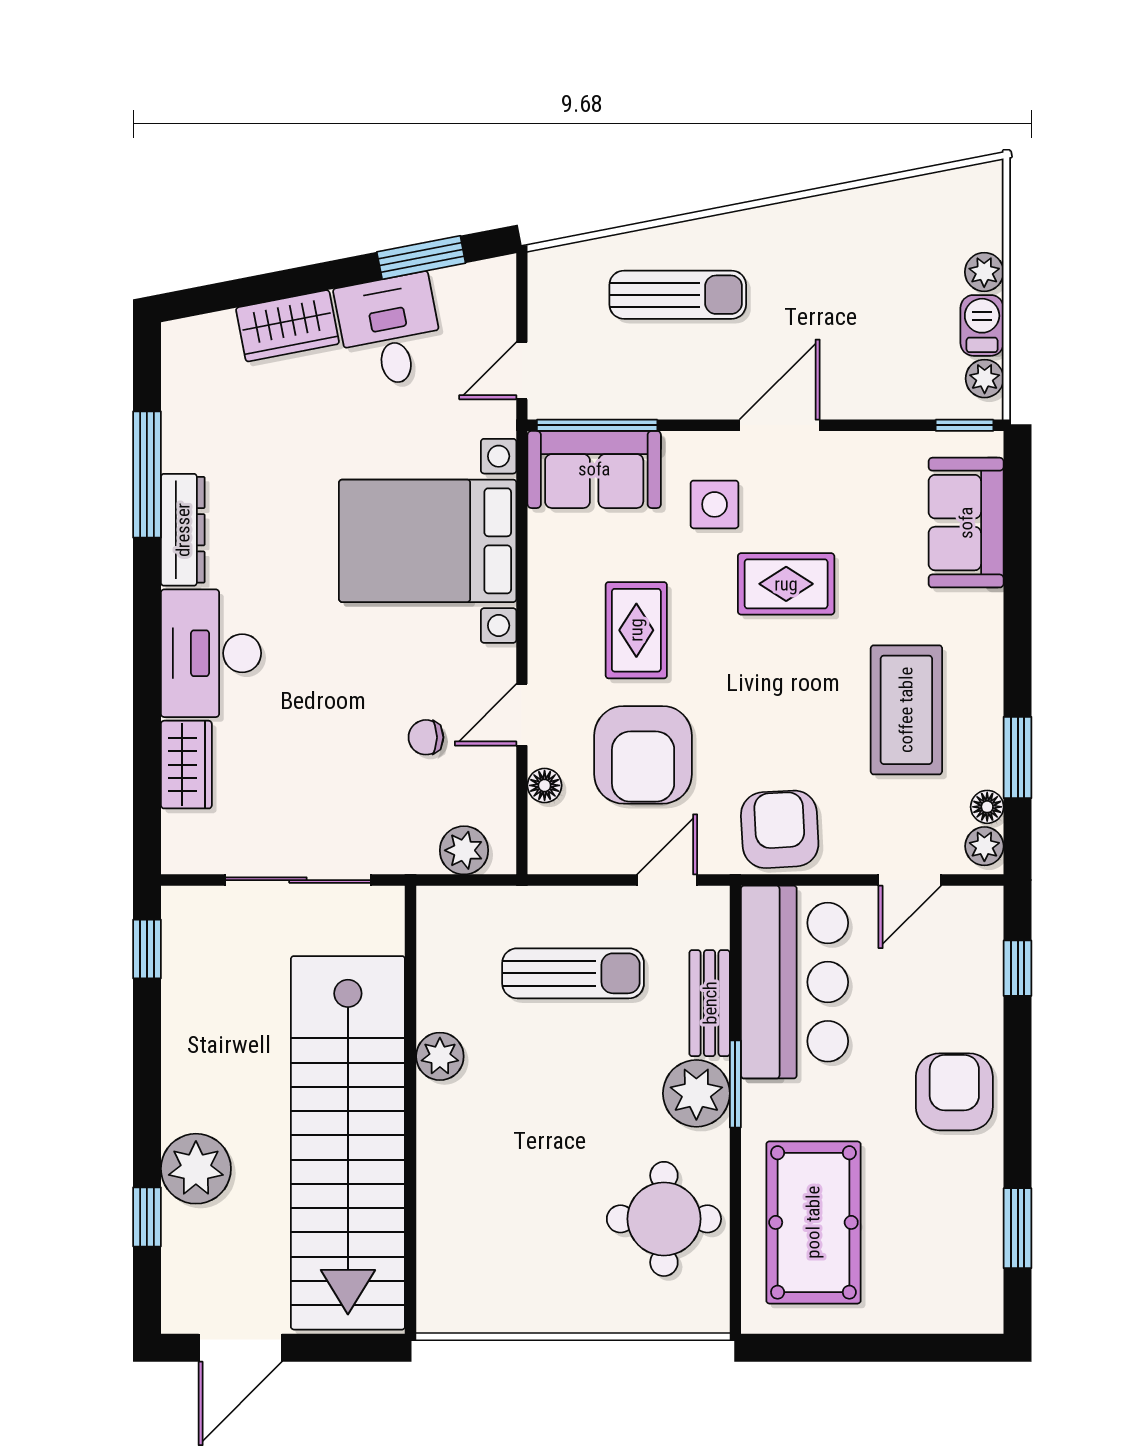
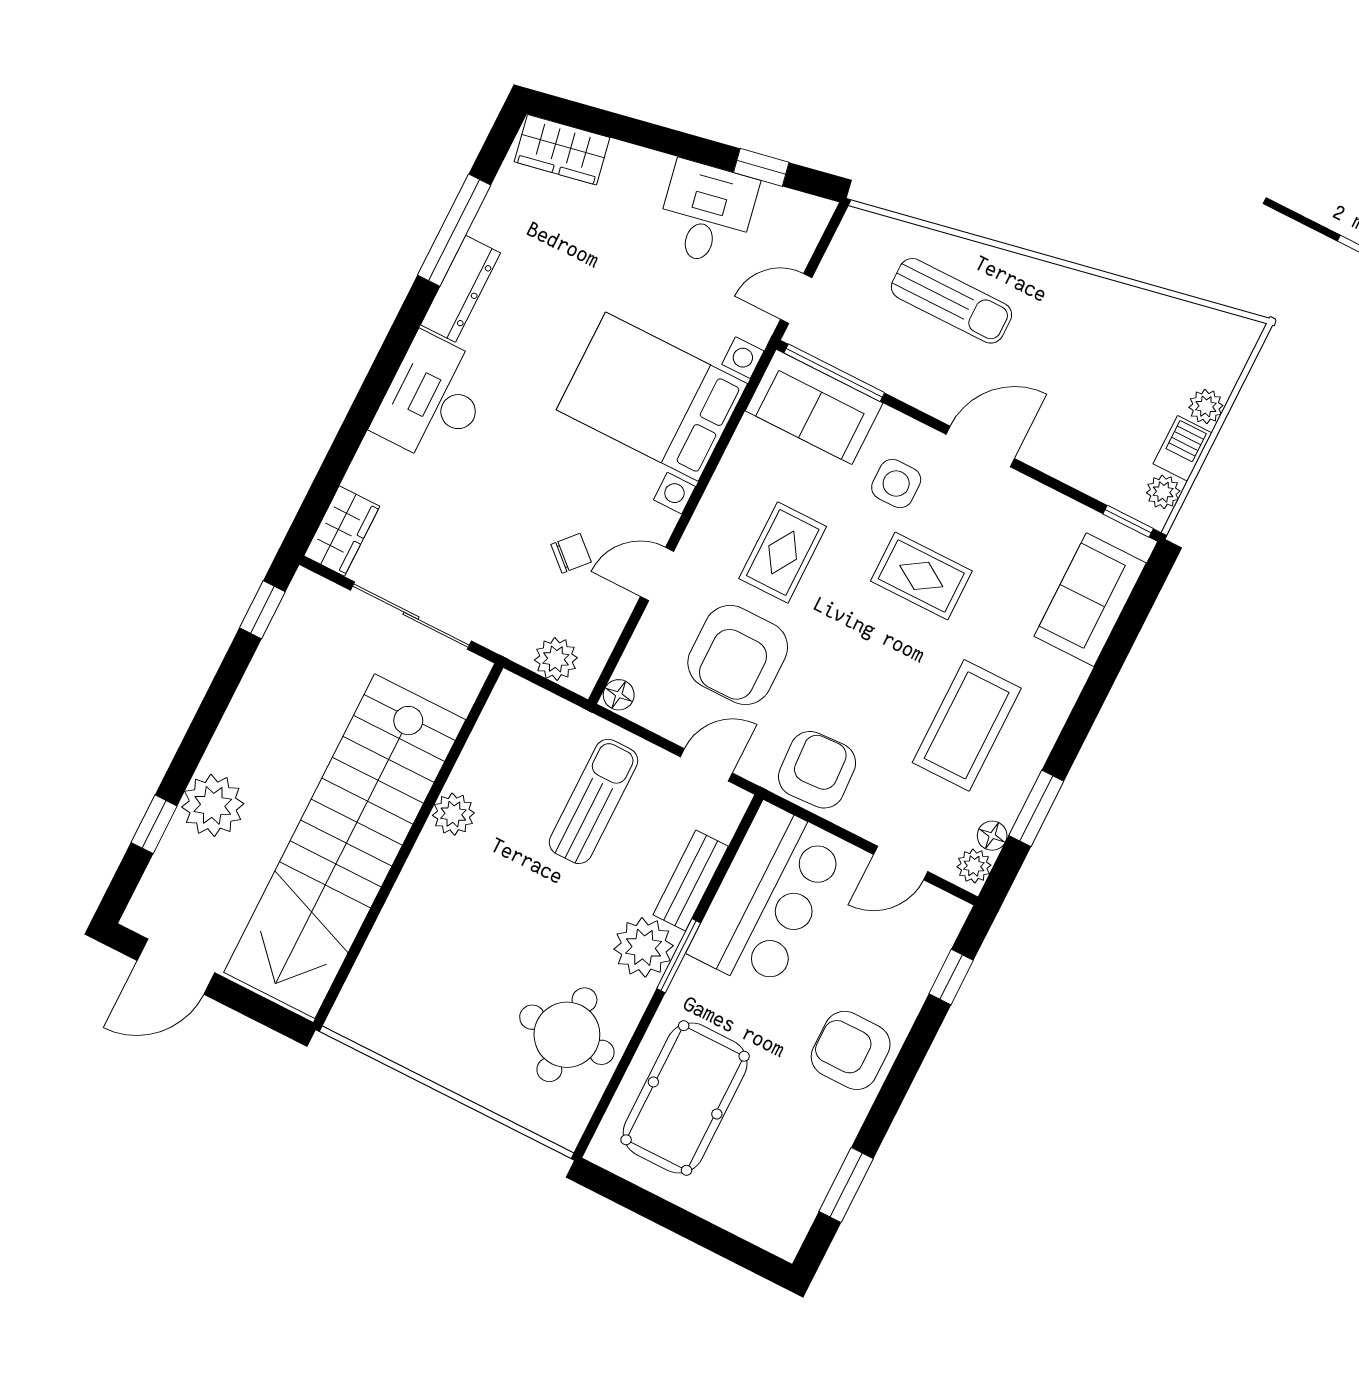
window: (421, 257) -> (761, 167), width x0.67
wardrobe: (288, 326) -> (562, 150), moved
chair: (426, 737) -> (571, 553), turned 132
wardrobe: (186, 765) -> (342, 531), moved
floor lamp: (545, 785) -> (619, 695), moved
sun lounger: (573, 973) -> (593, 801), turned -90
armchair: (954, 1092) -> (851, 1050), turned -90

